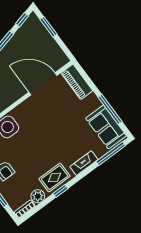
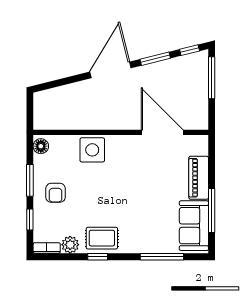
window: (48, 27) -> (212, 78), width x1.44
piano: (77, 82) -> (199, 178), moved
window: (111, 154) -> (162, 257), moved
fireplace: (84, 163) -> (143, 246), removed

